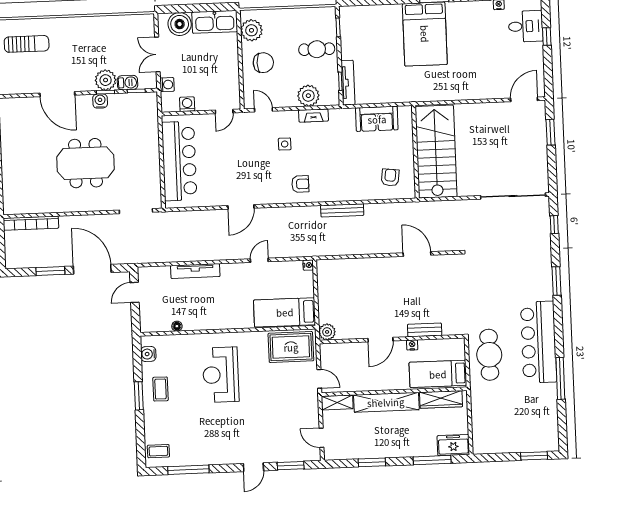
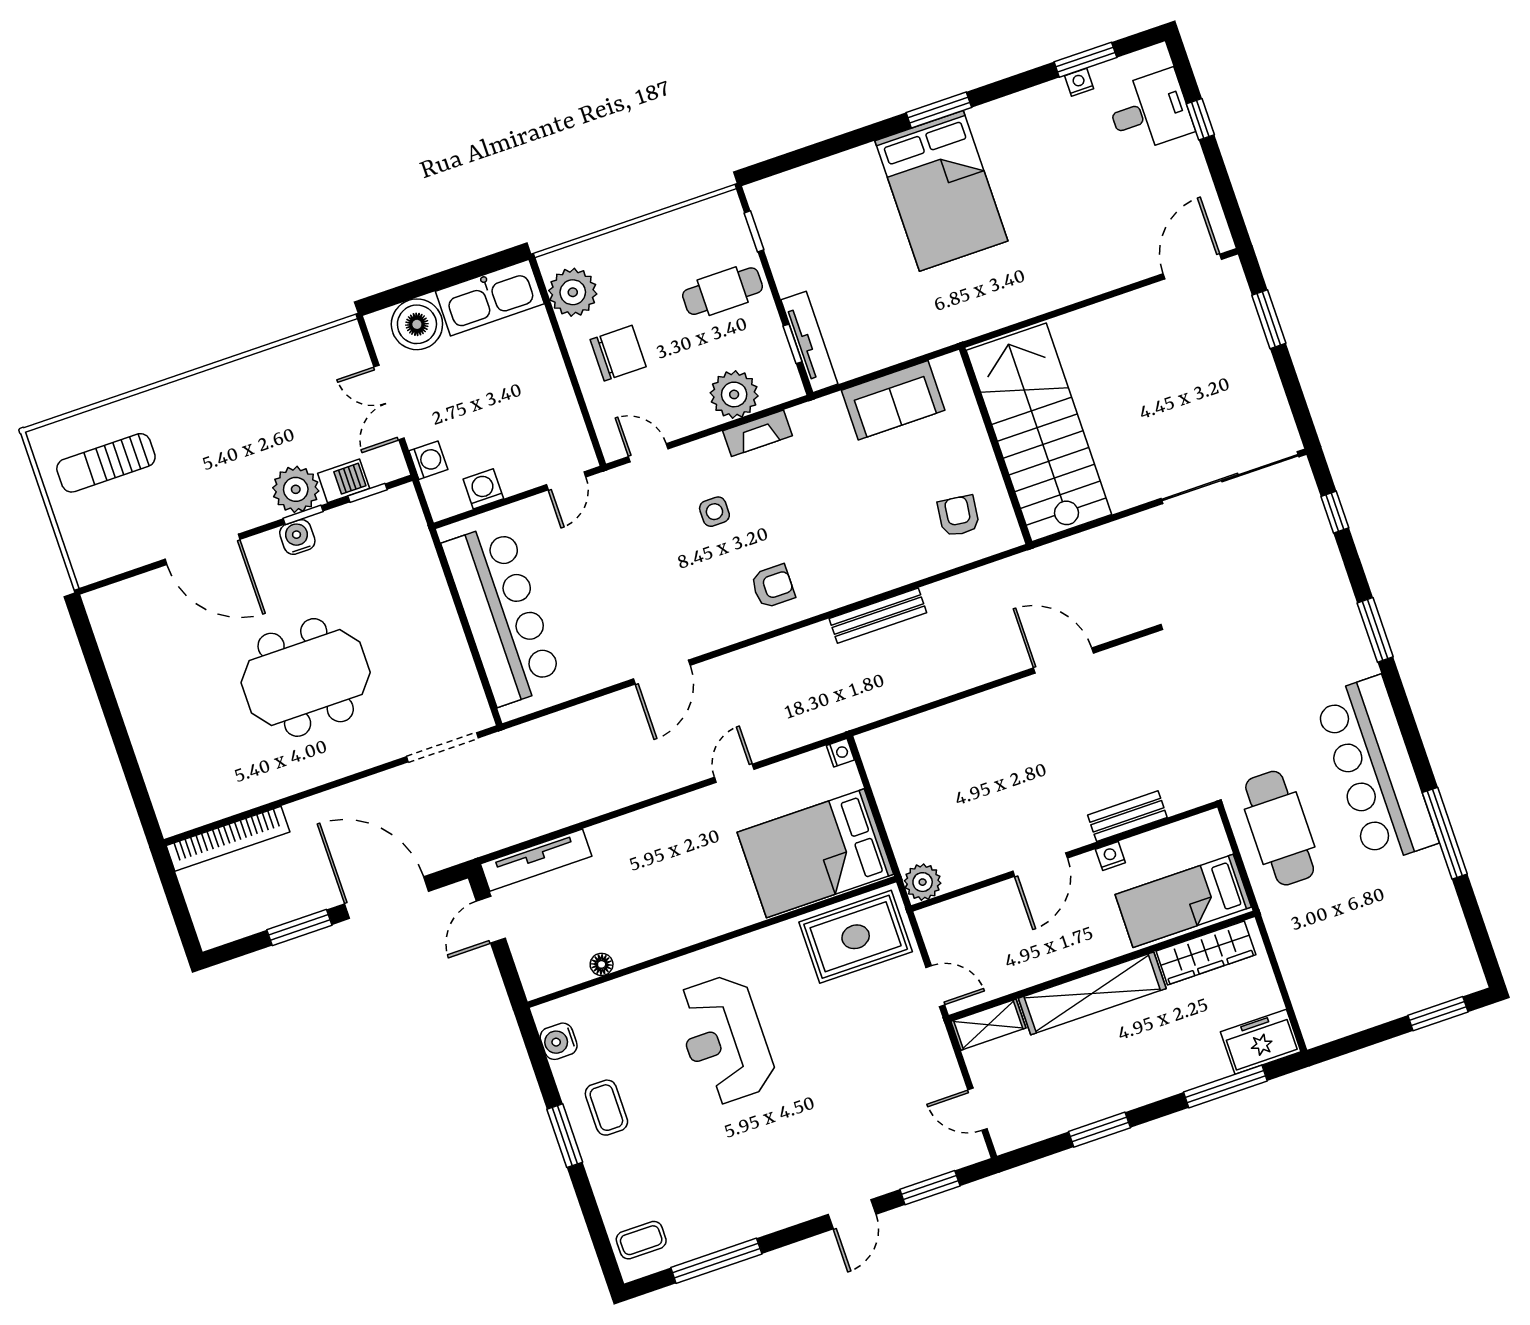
sun lounger: (27, 44) -> (106, 463), turned 180
tv unit: (195, 271) -> (536, 860), moved
bed: (285, 312) -> (815, 853), width x1.50

